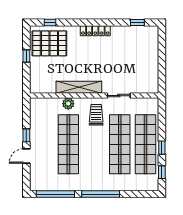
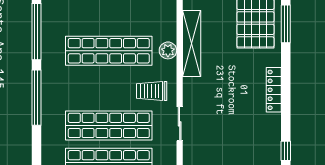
window: (50, 22) -> (286, 24), width x2.17
shelving: (79, 87) -> (192, 43), moved
trolley: (96, 115) -> (152, 91), turned 180

